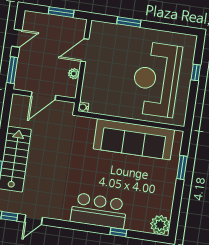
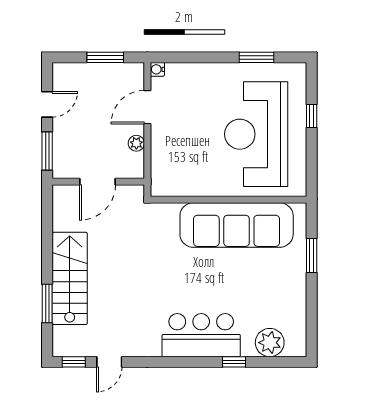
window: (129, 22) -> (257, 57), moved
water cooler: (83, 107) -> (157, 69), moved
plant: (160, 225) -> (270, 343), moved

